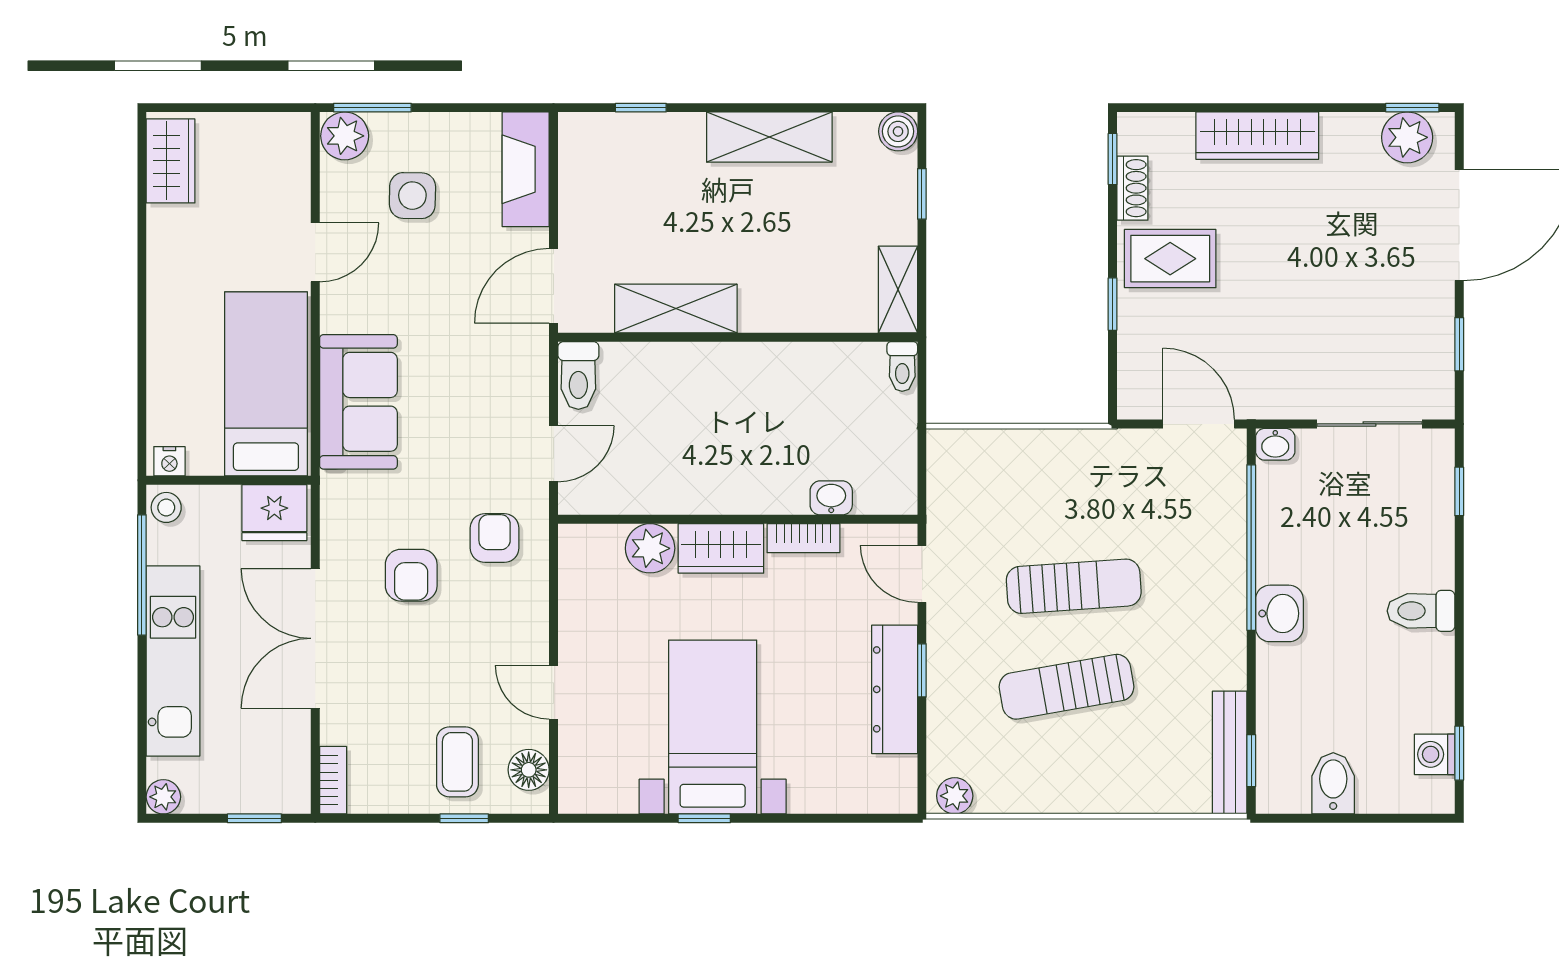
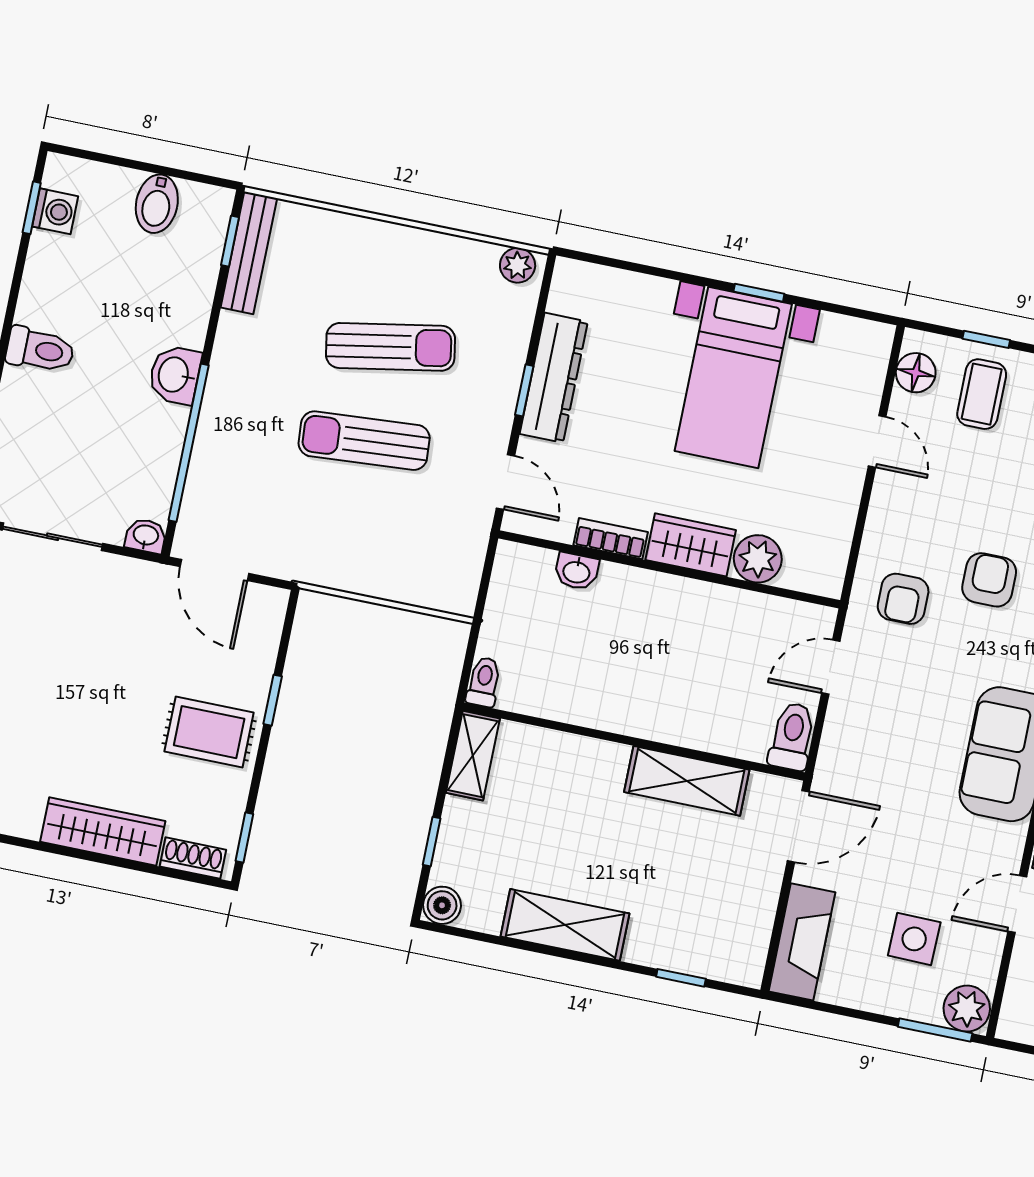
shoe rack: (1132, 188) -> (193, 858), moved, turned 90

